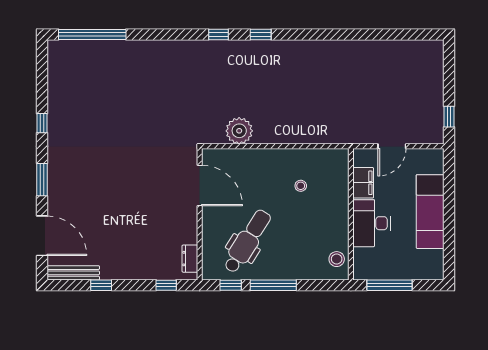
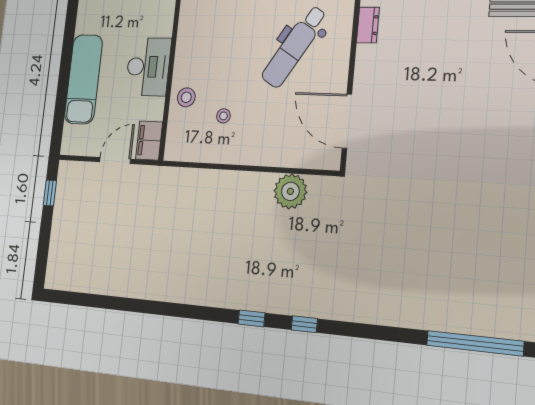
filing cabinet: (363, 183) -> (149, 141), moved
stool: (337, 259) -> (186, 97), moved

